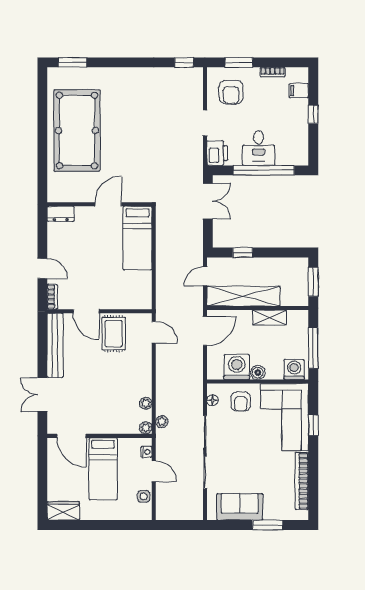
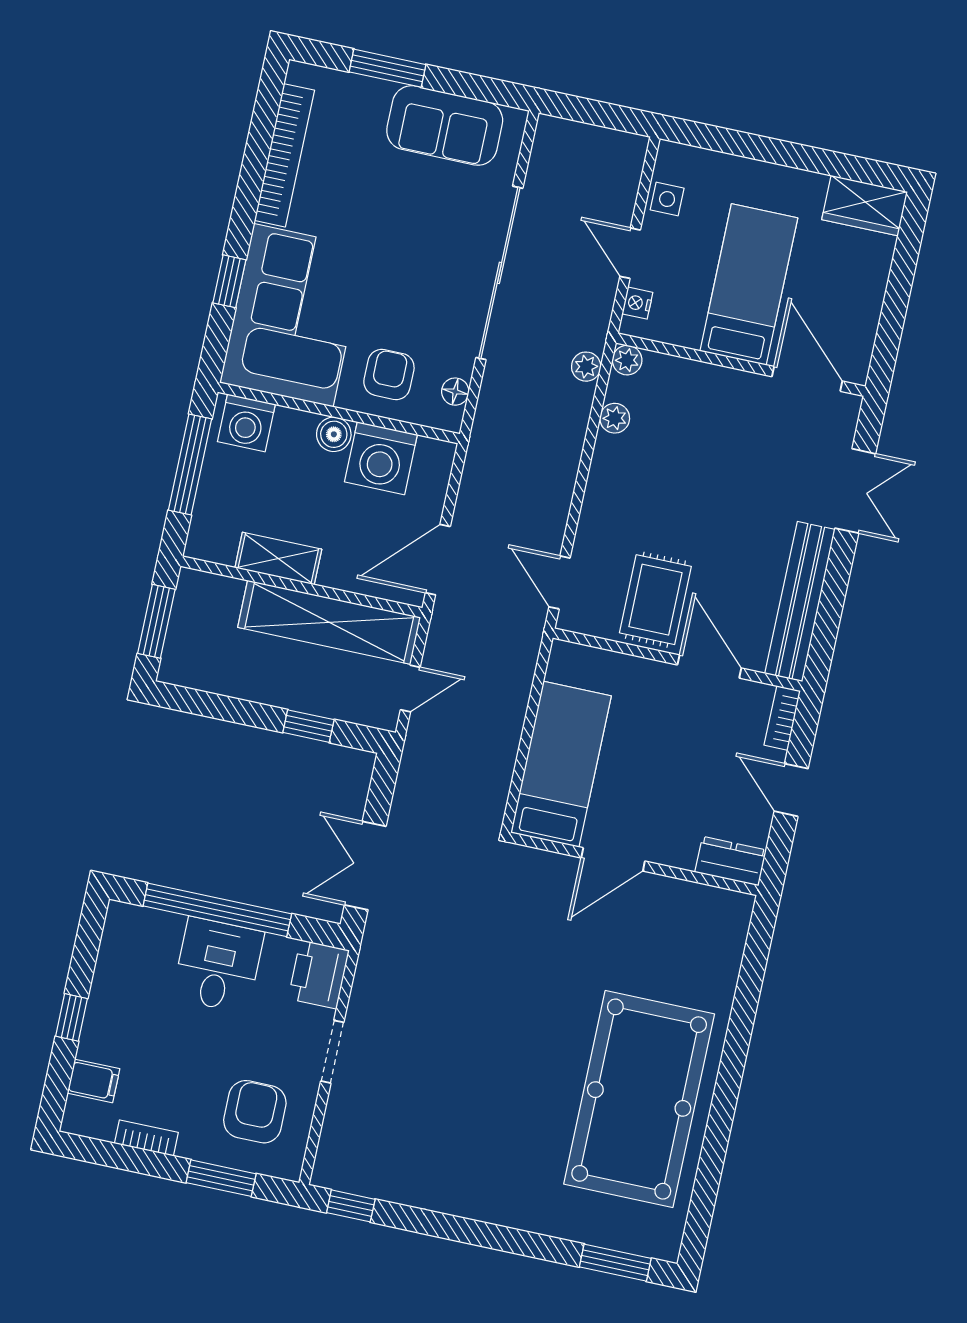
wall: (99, 204) -> (634, 864), moved
door: (108, 204) -> (613, 859), moved
dresser: (61, 214) -> (731, 861), moved
bed: (137, 238) -> (561, 764), moved

